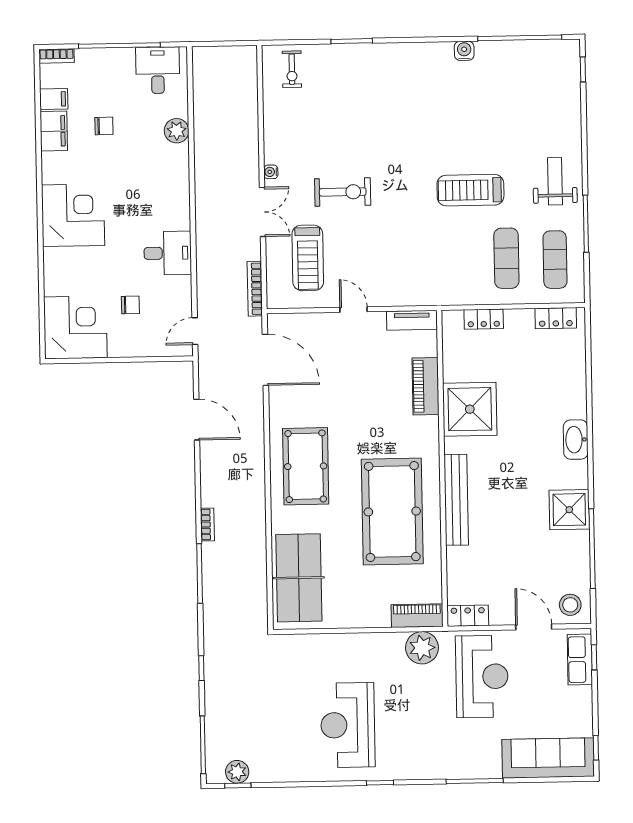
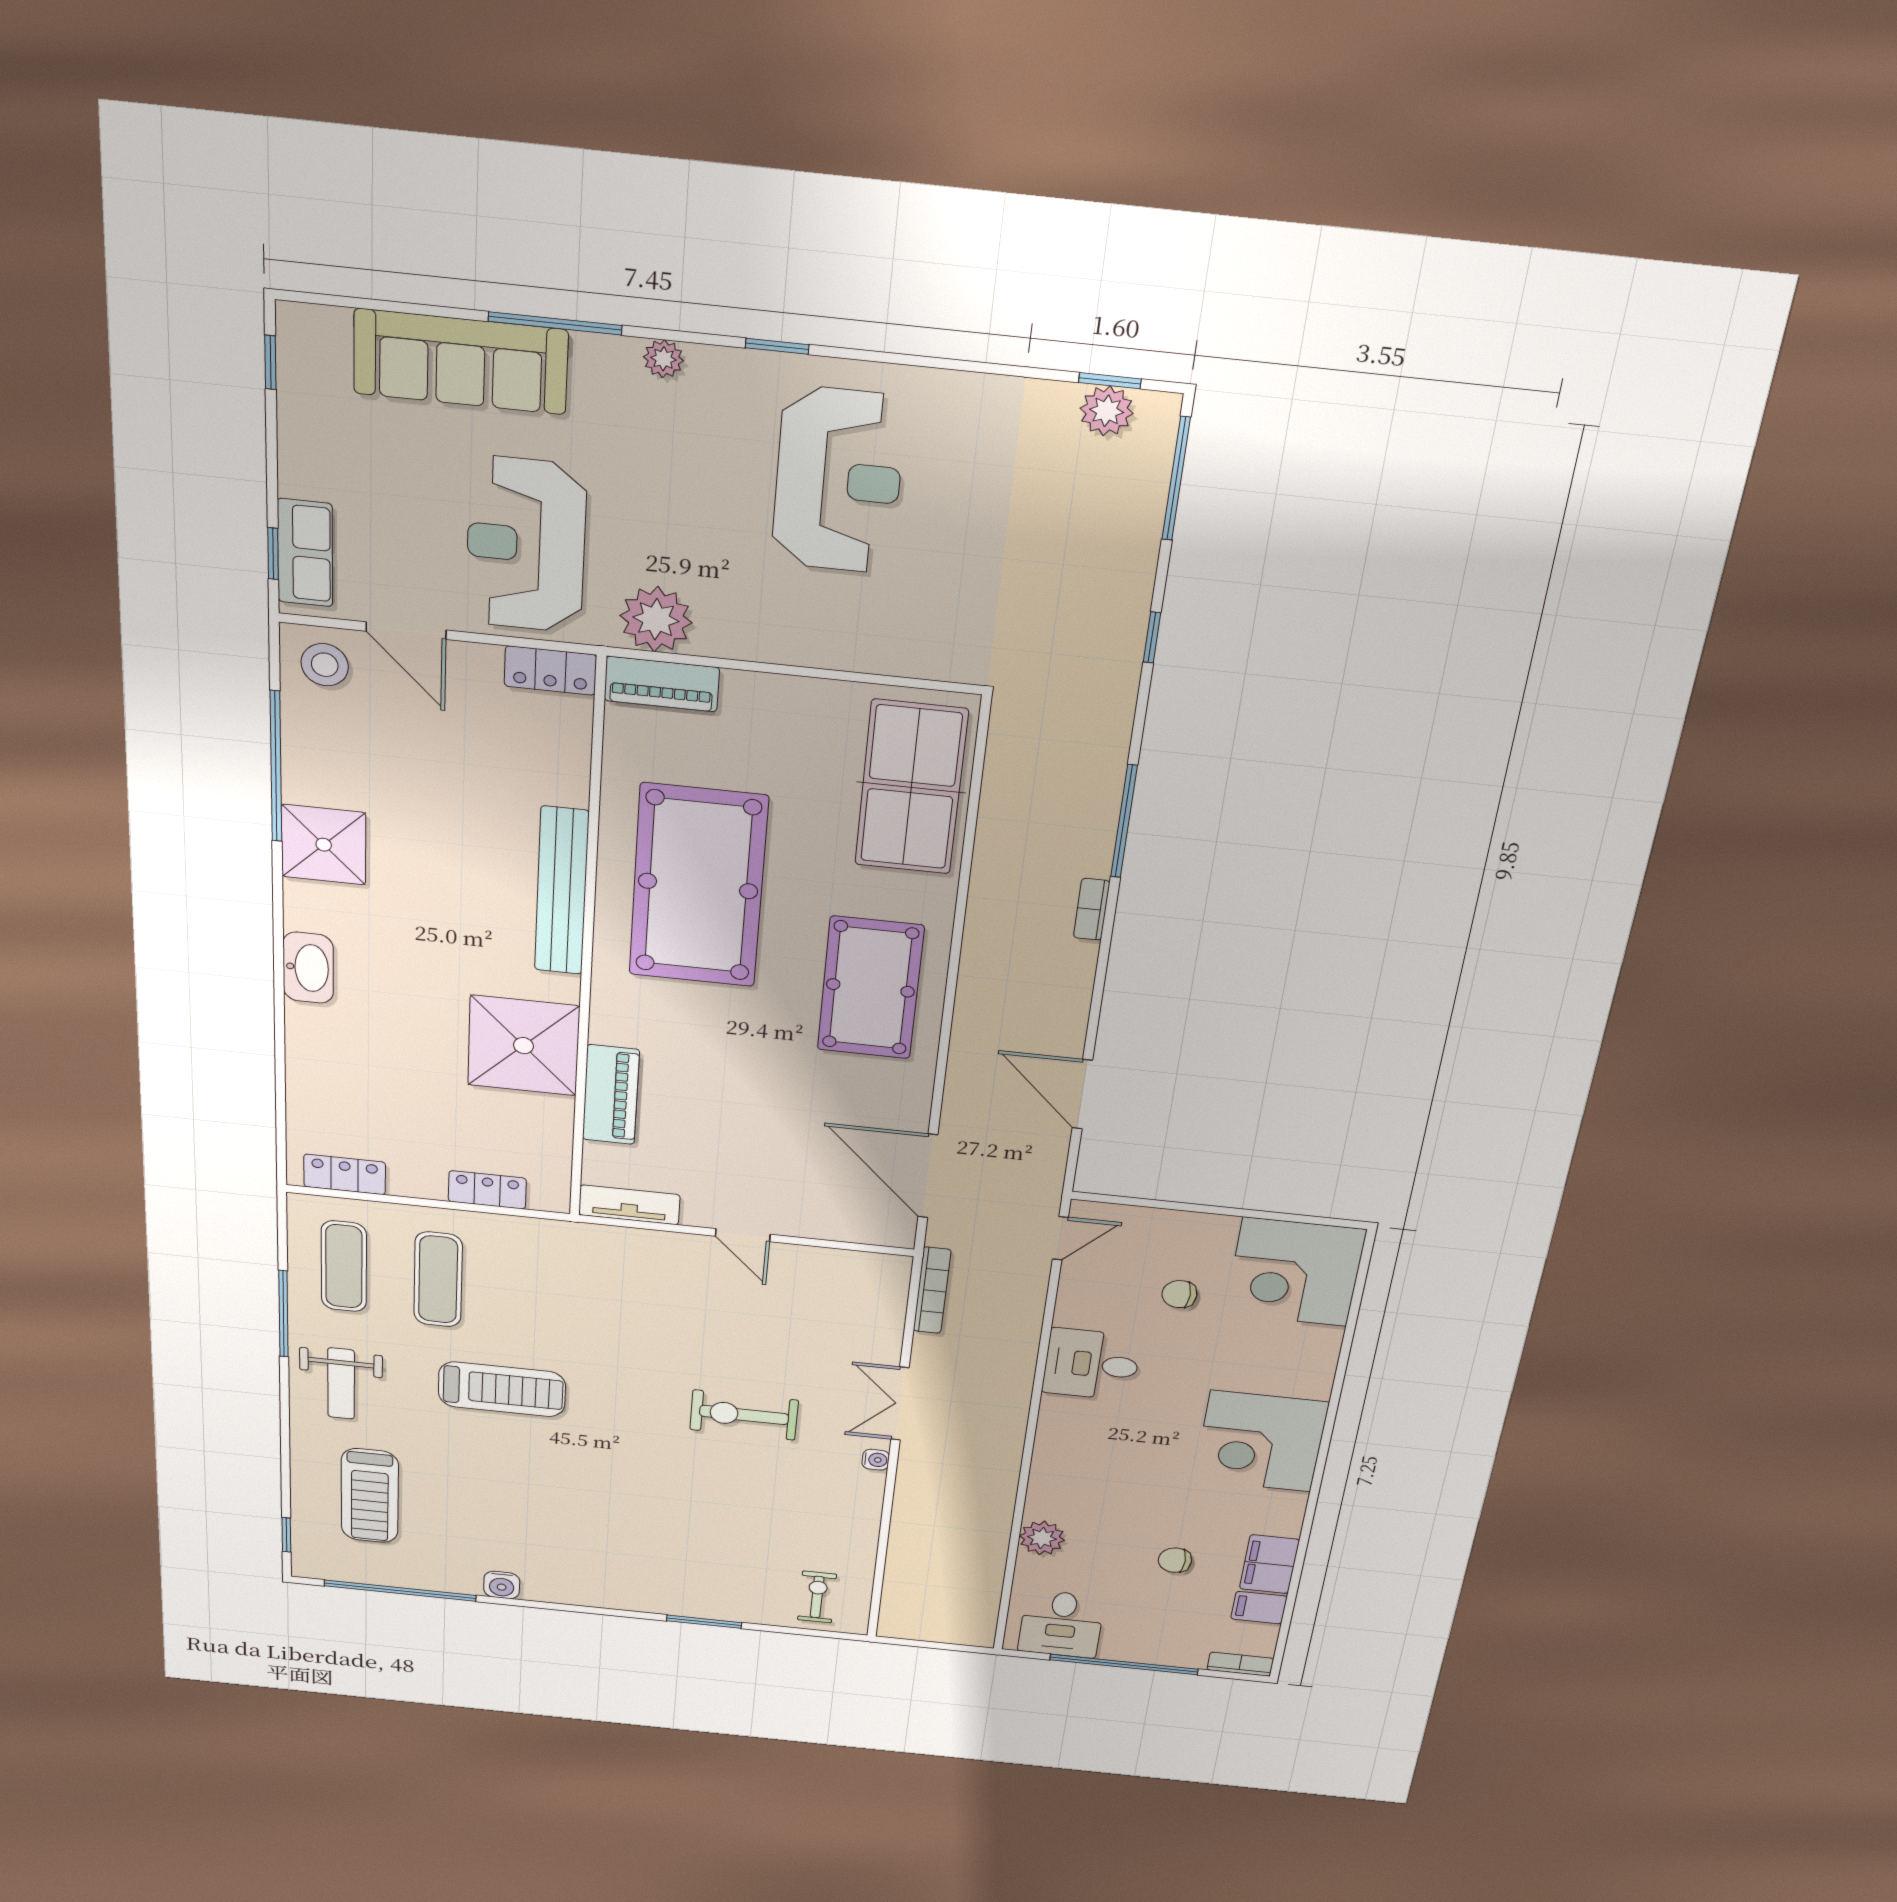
treadmill: (308, 258) -> (370, 1496), moved, turned 180
sofa: (548, 758) -> (461, 362), moved
plant: (428, 771) -> (663, 359), added

